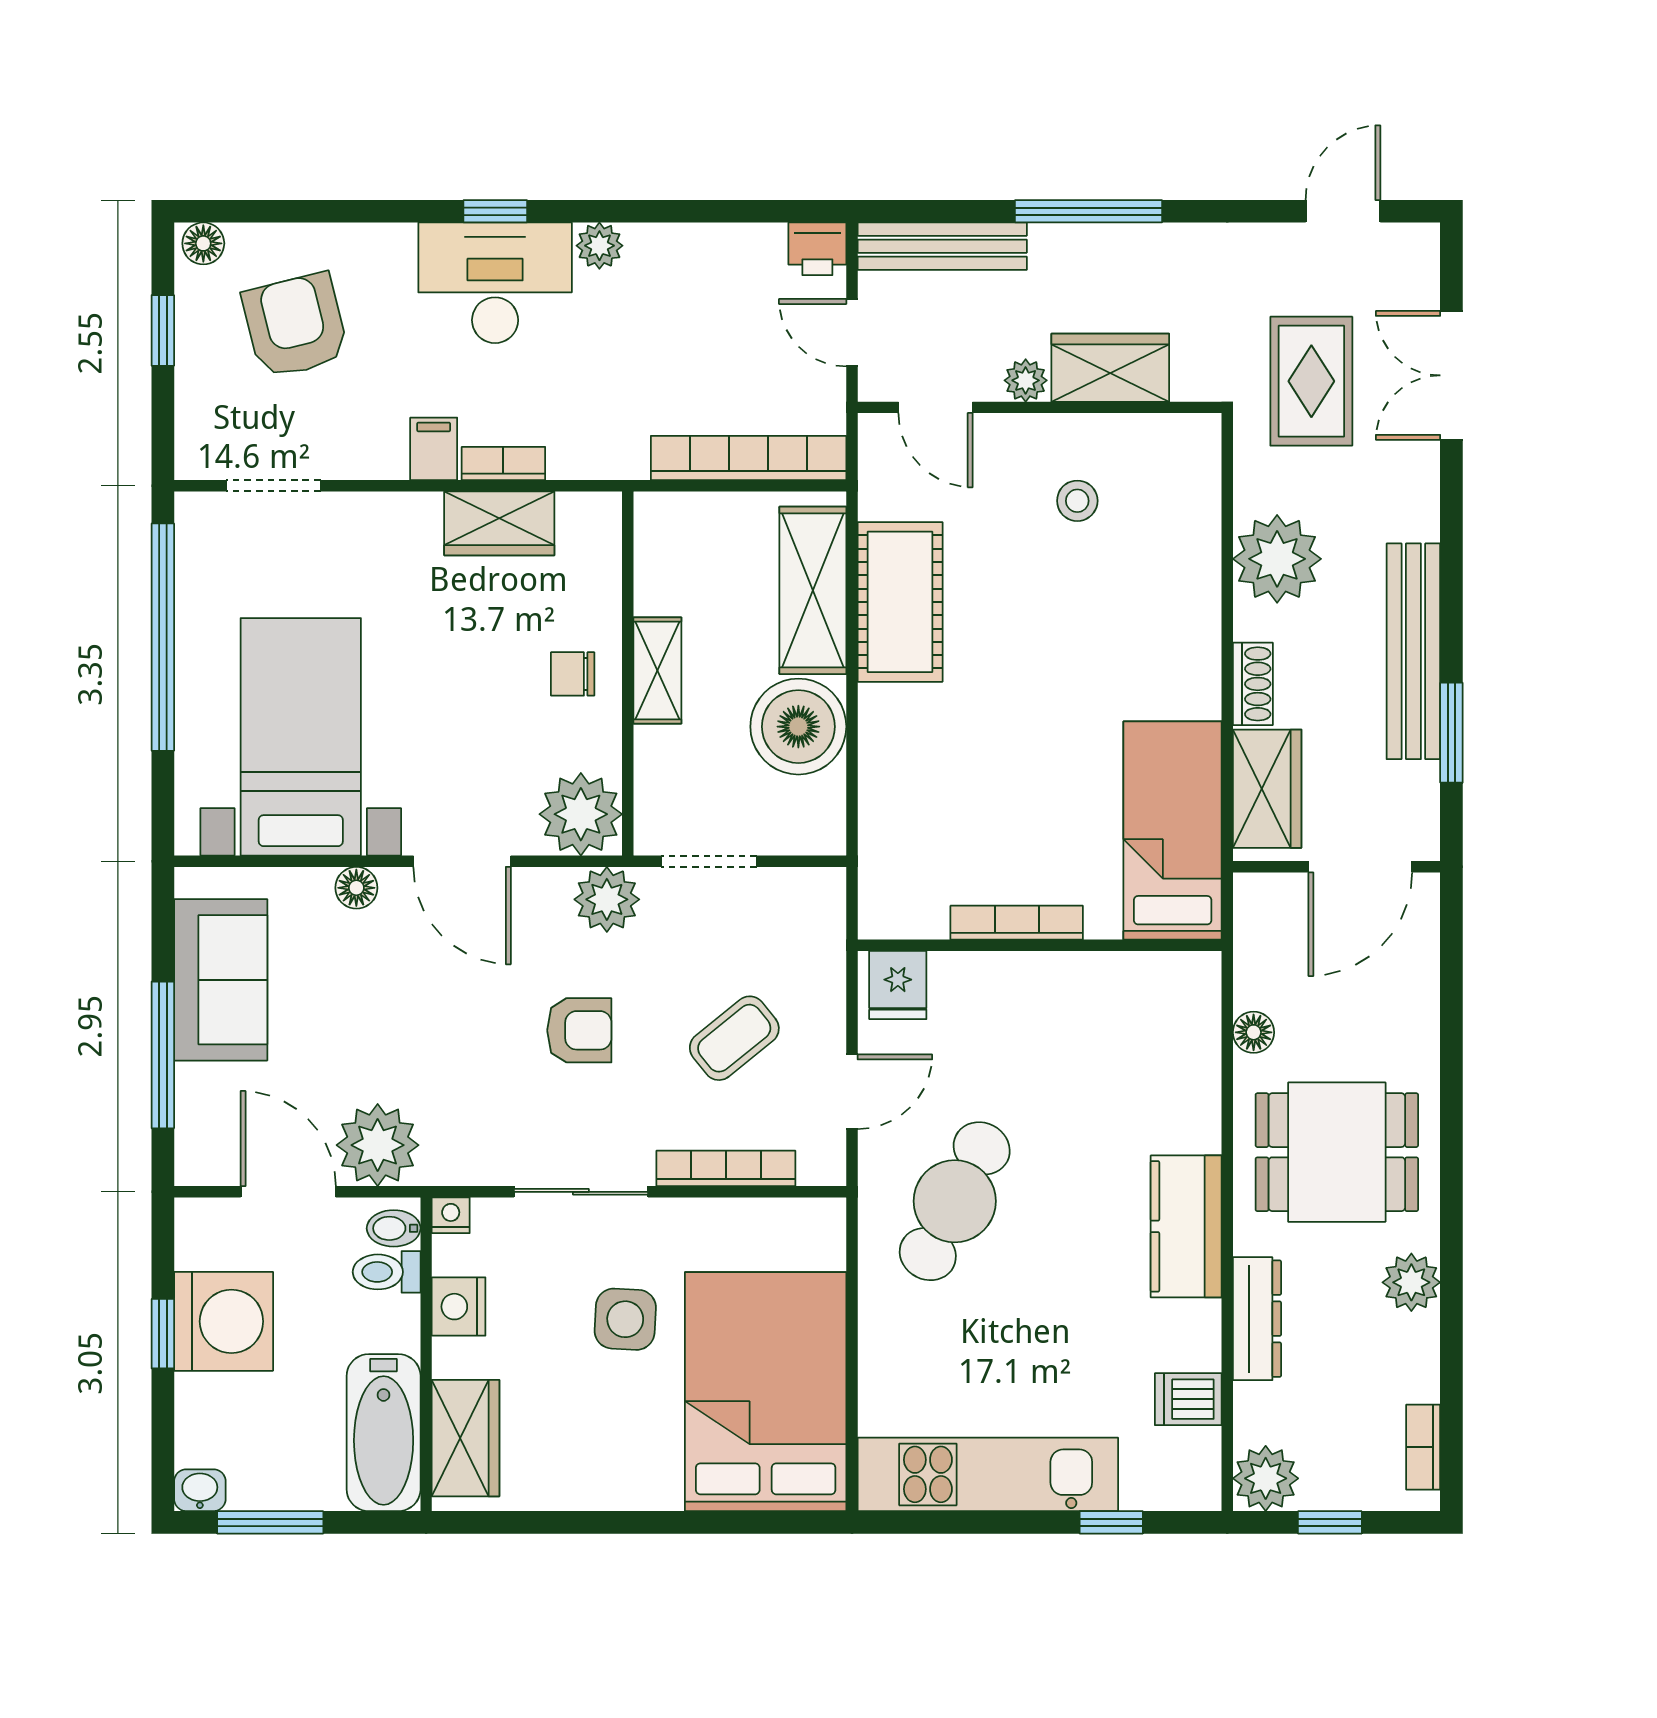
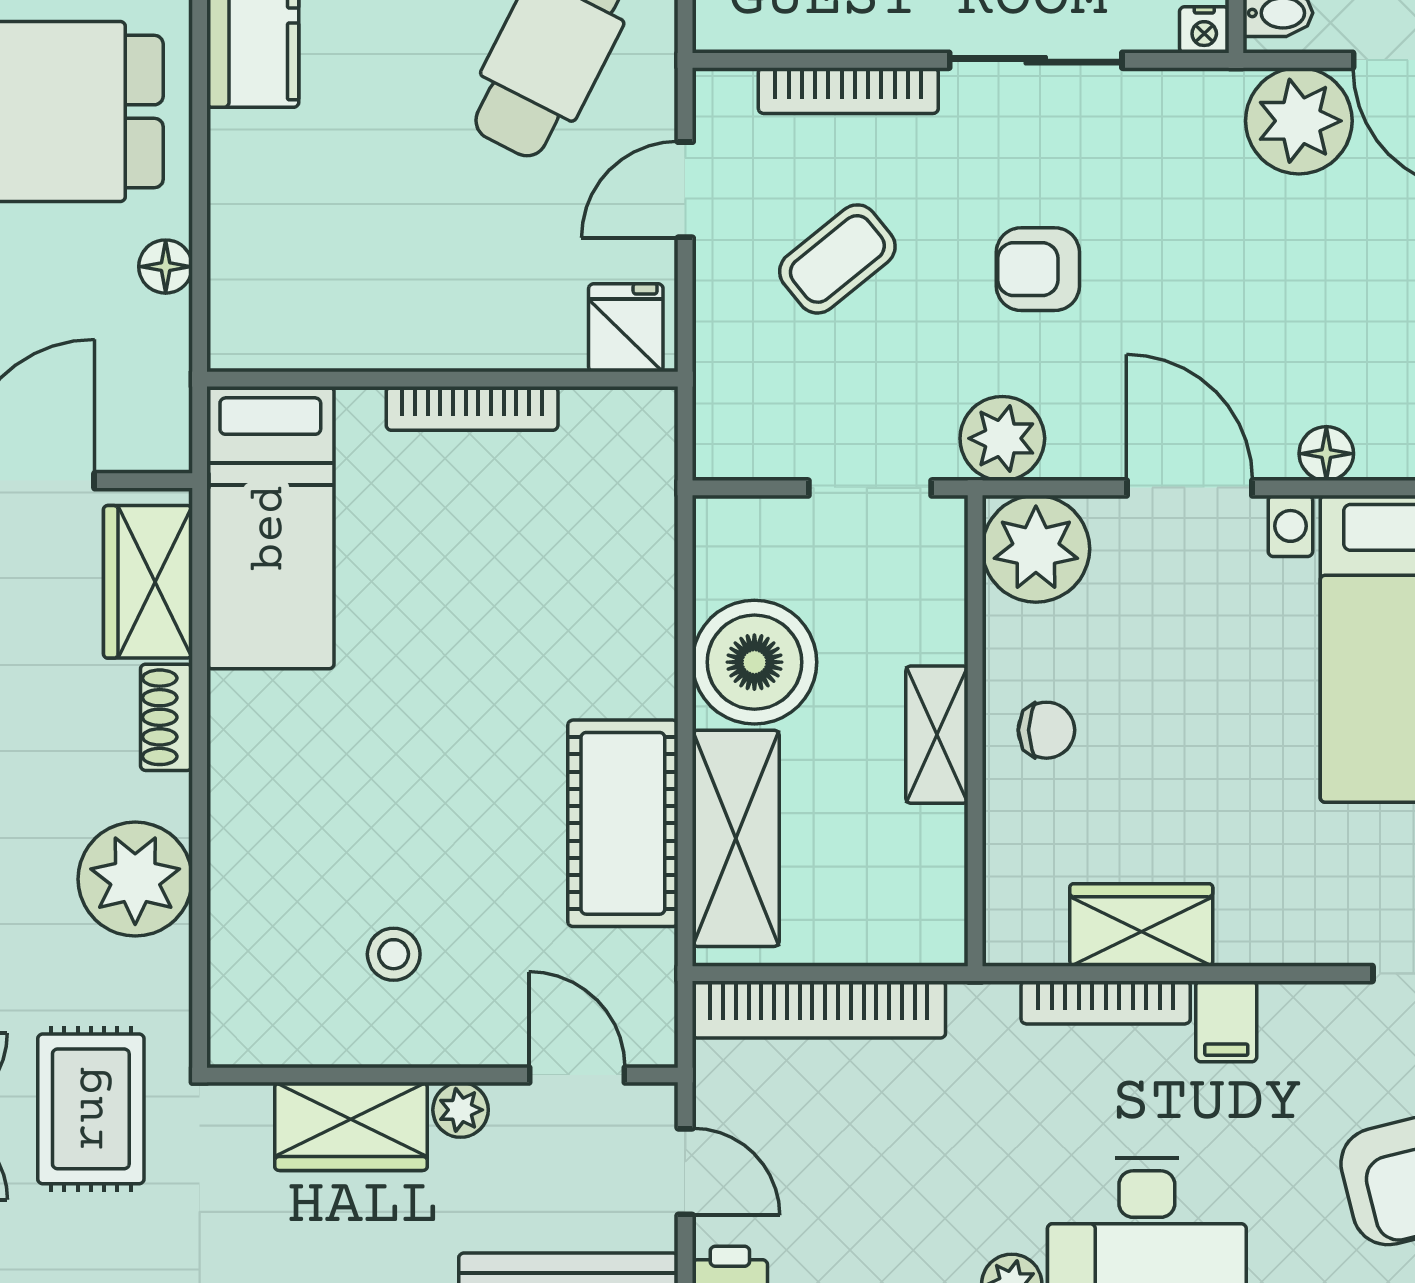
bookcase: (503, 464) -> (1106, 1002), width x1.56

